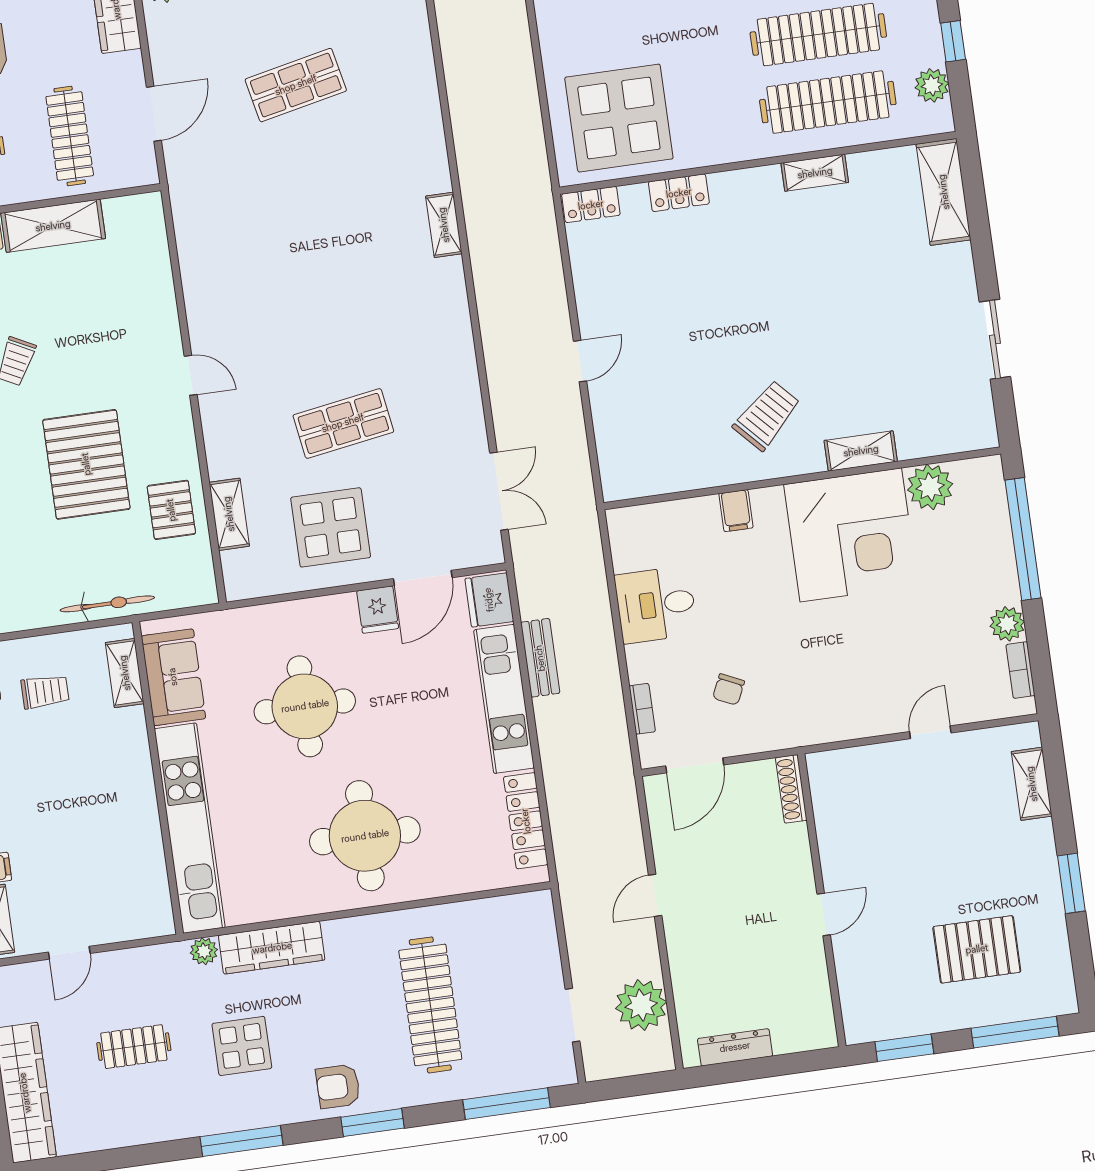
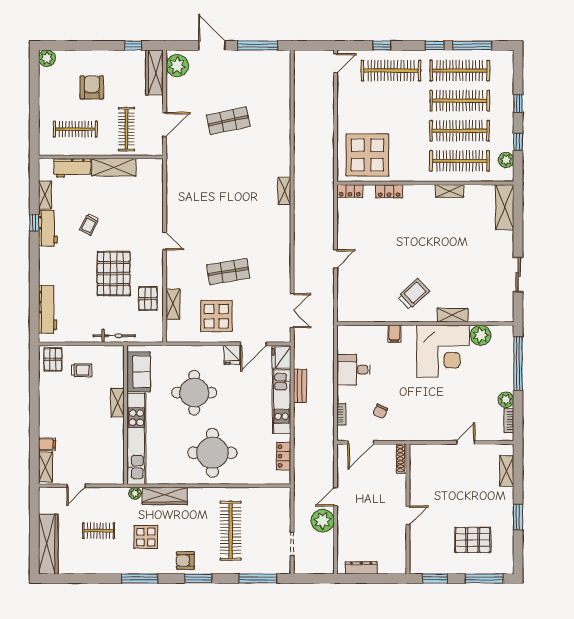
shelving: (125, 673) -> (117, 403), moved
locker: (526, 821) -> (284, 456), width x0.66
plant: (641, 1005) -> (323, 521), moved

